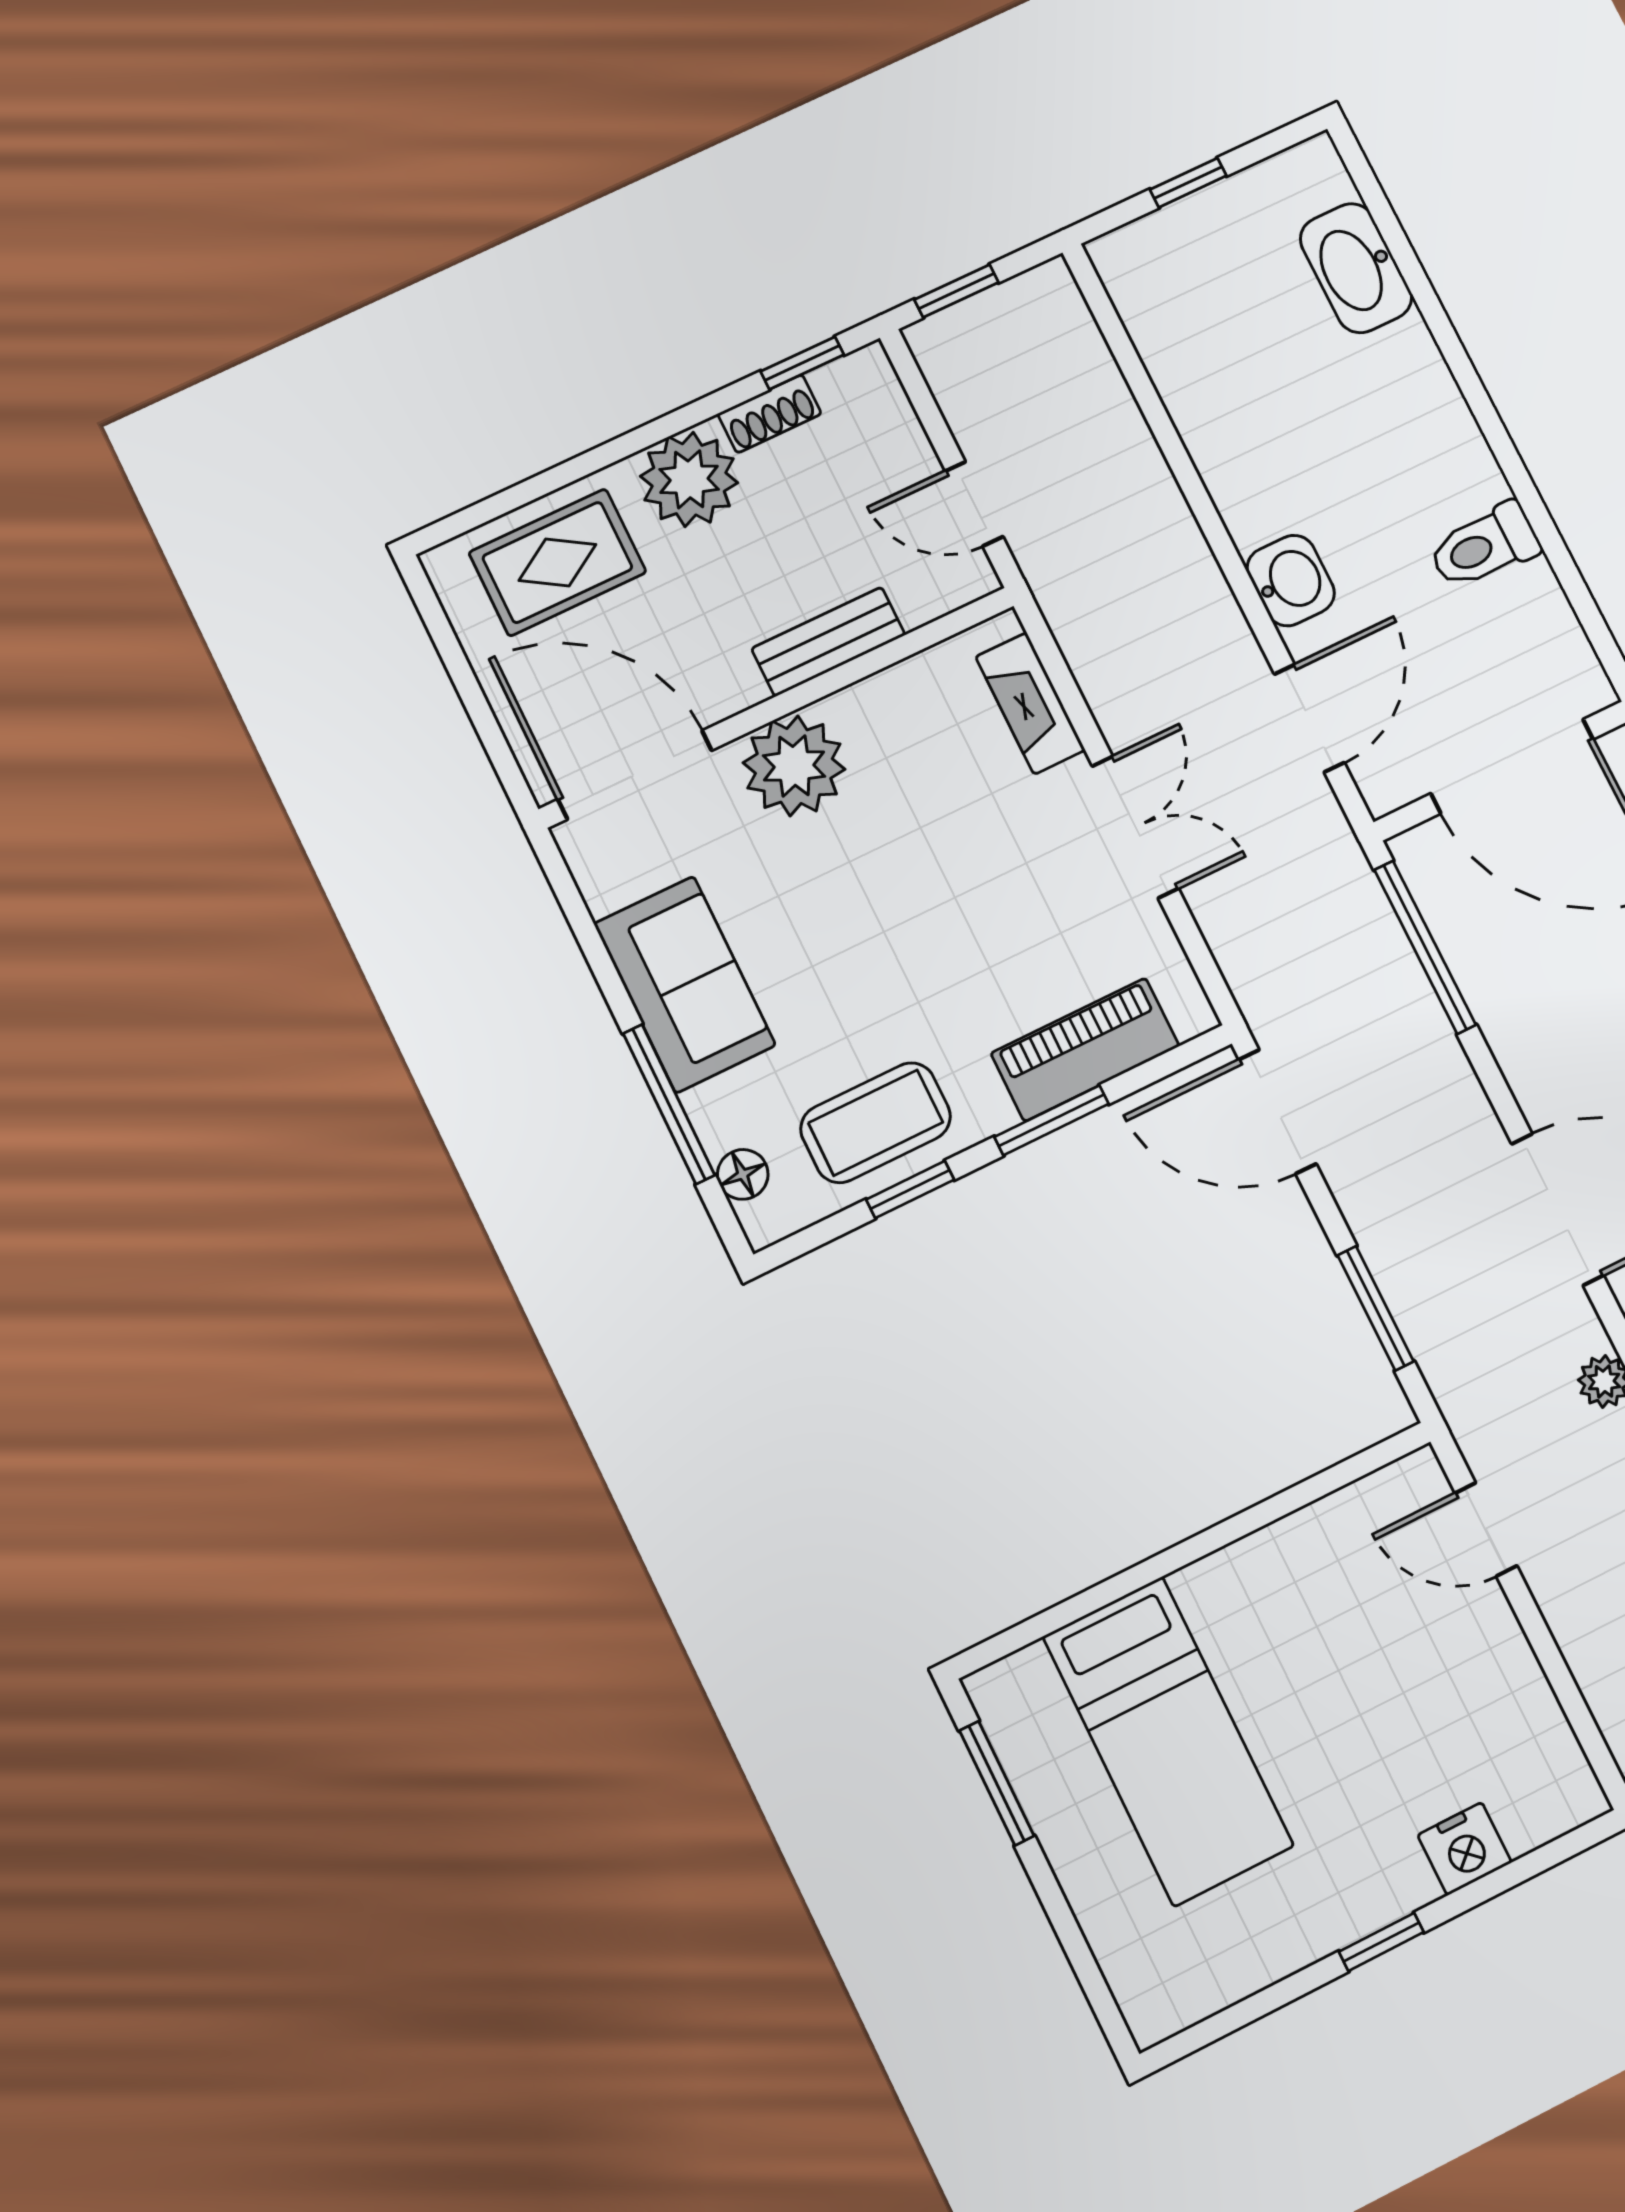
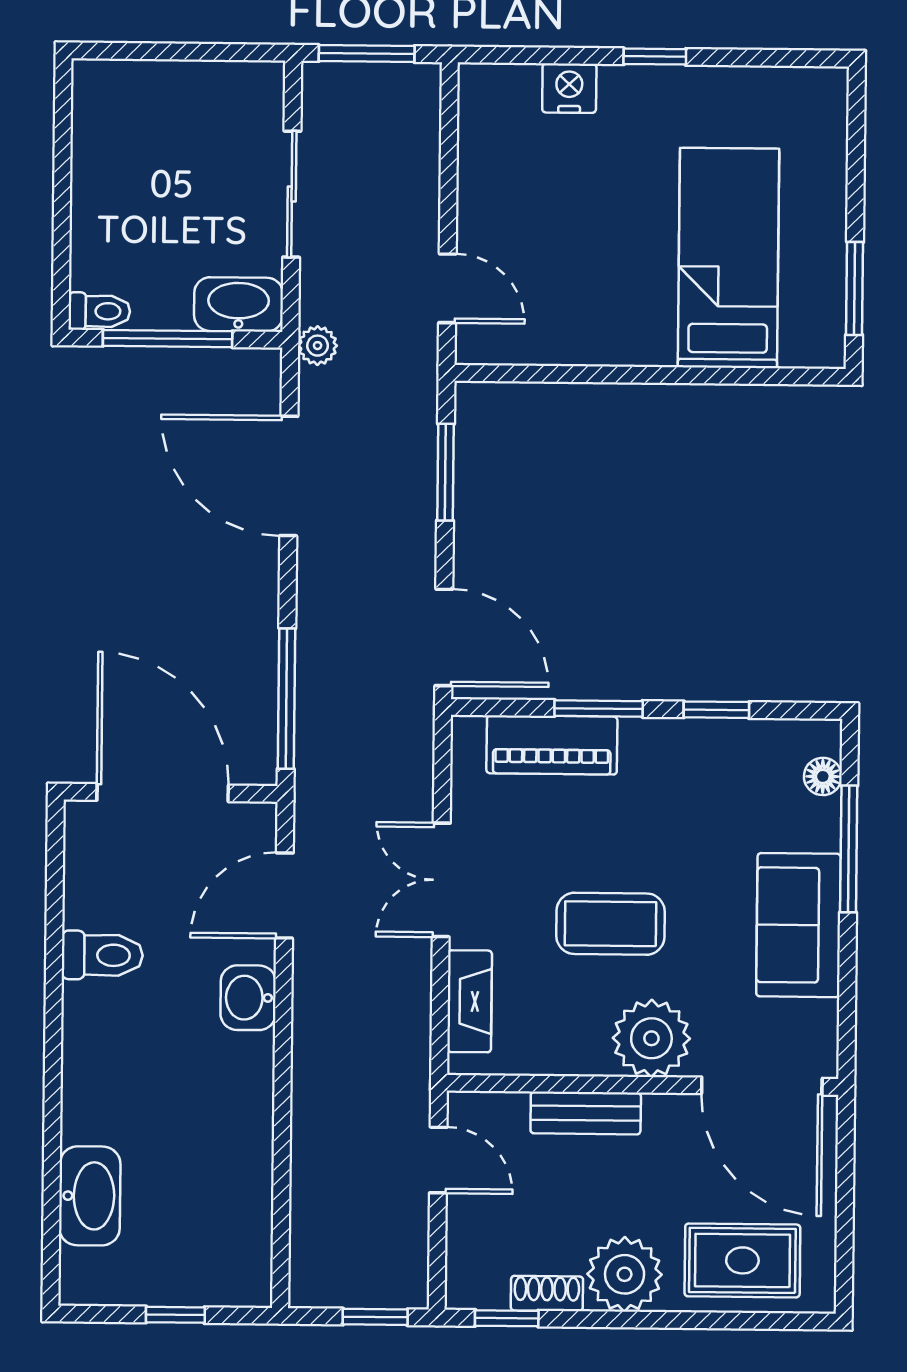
coffee table: (876, 1123) -> (611, 924), moved

